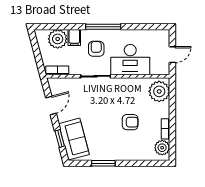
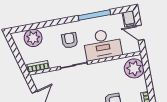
window: (103, 27) -> (94, 15), moved
filing cabinet: (74, 37) -> (129, 19), moved
door: (172, 55) -> (140, 33), swing flipped

